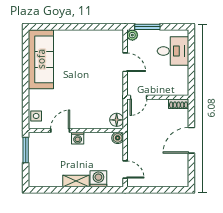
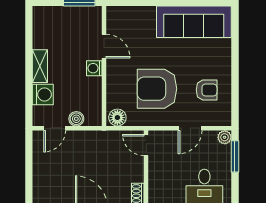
armchair: (95, 49) -> (207, 90), added
armchair: (94, 89) -> (157, 89), added
side table: (36, 116) -> (122, 16), removed
boiler: (118, 138) -> (76, 119), moved

